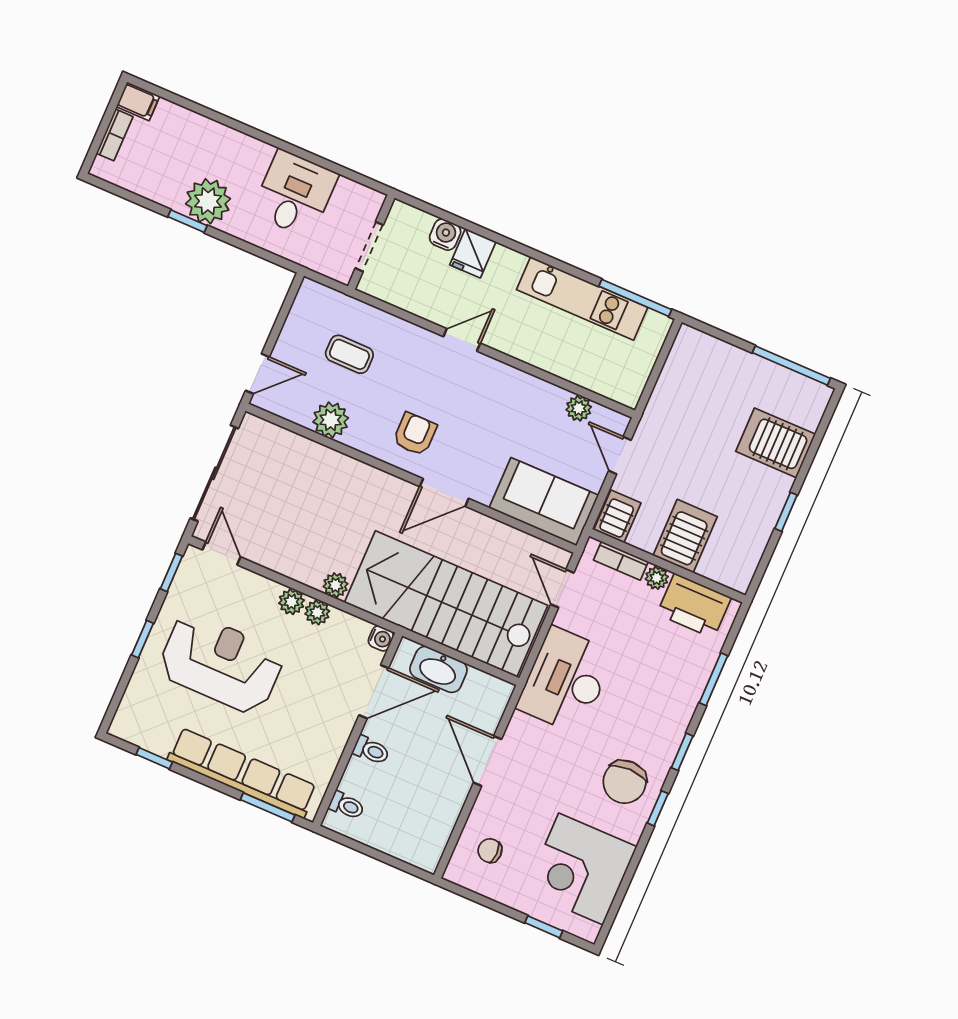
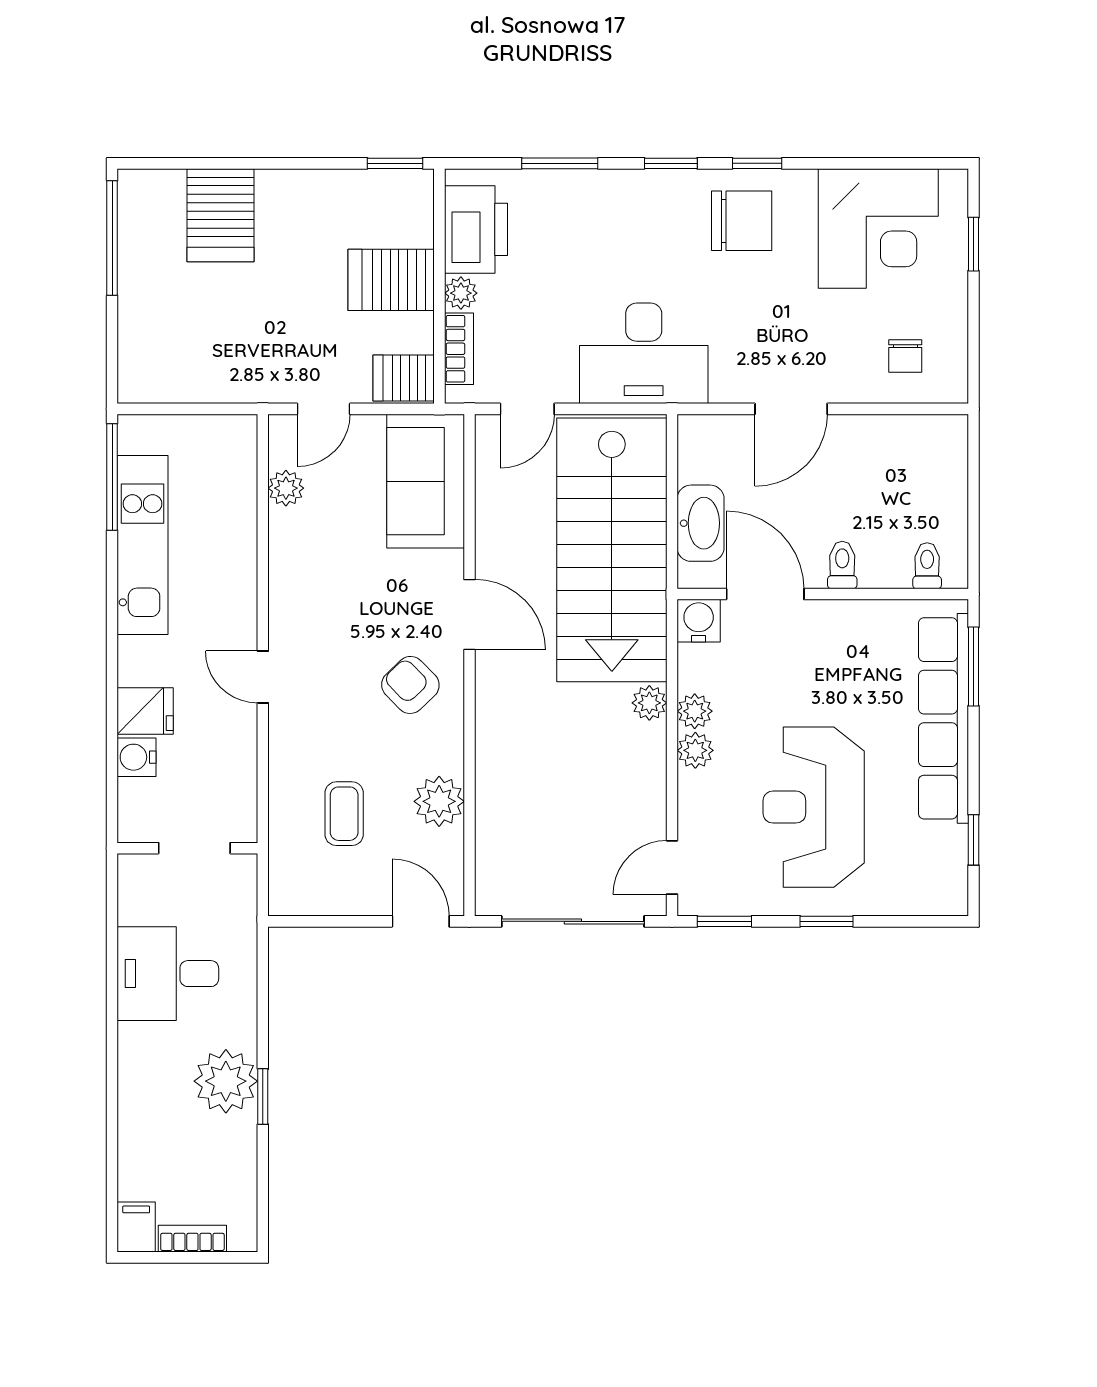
armchair: (415, 434) -> (410, 685), turned 46
window: (786, 512) -> (395, 163), moved
water cooler: (381, 638) -> (699, 621), width x1.38, depth x1.38

